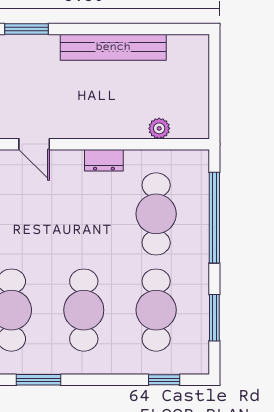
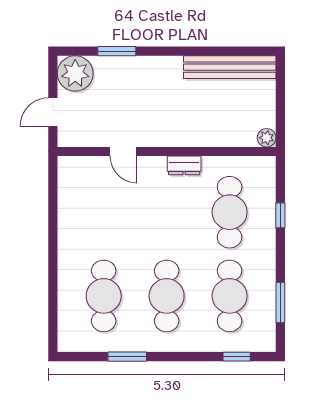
bench: (113, 47) -> (230, 67), moved
plant: (159, 128) -> (267, 138), moved
window: (214, 218) -> (280, 215), width x0.32

